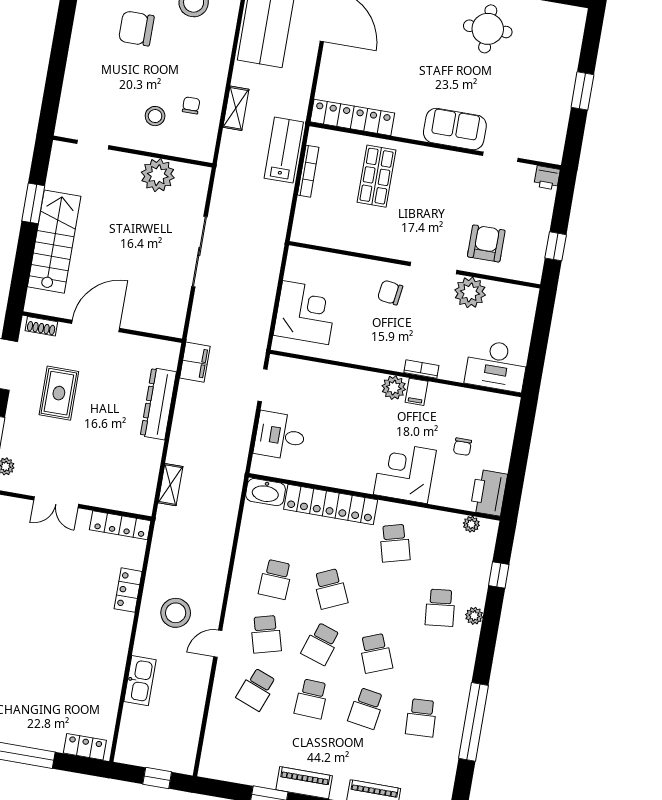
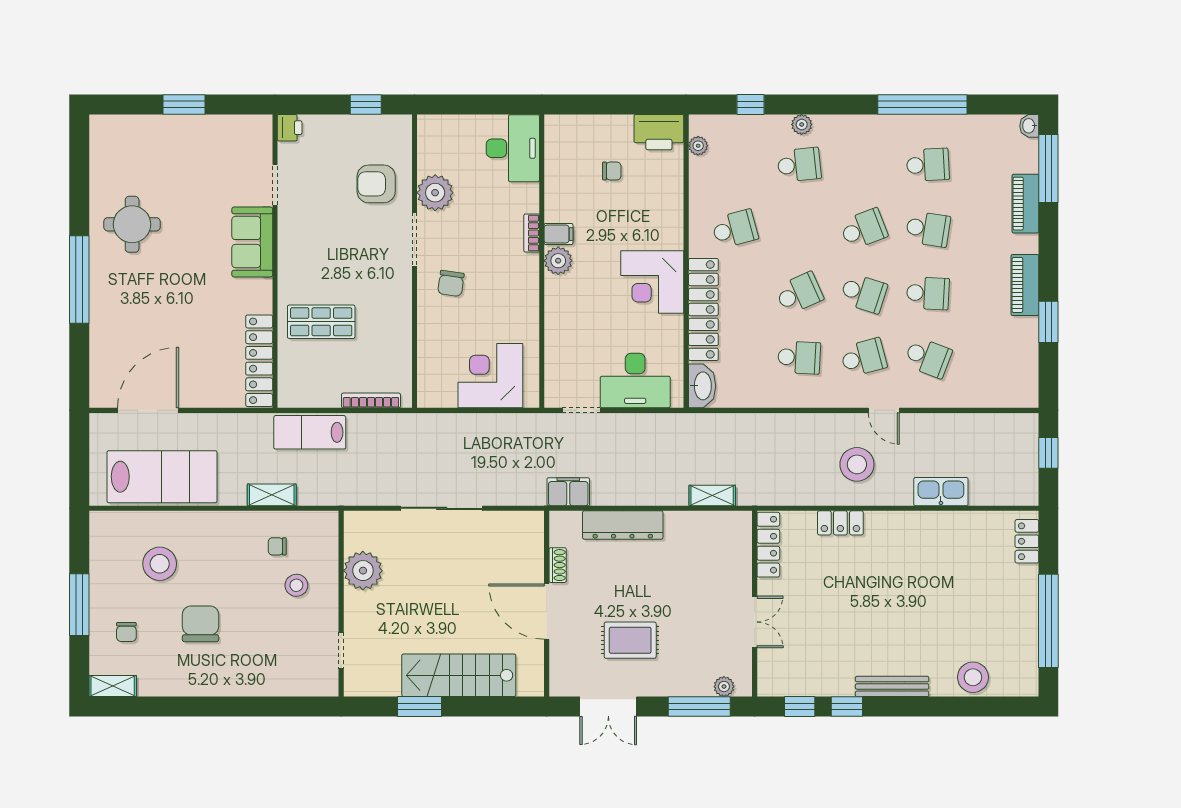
chair: (136, 28) -> (200, 624), turned 180
bookcase: (308, 171) -> (371, 400), moved
shoe rack: (41, 326) -> (558, 565), moved
desk: (280, 436) -> (635, 381), width x1.37
corner desk: (405, 472) -> (652, 282), moved

